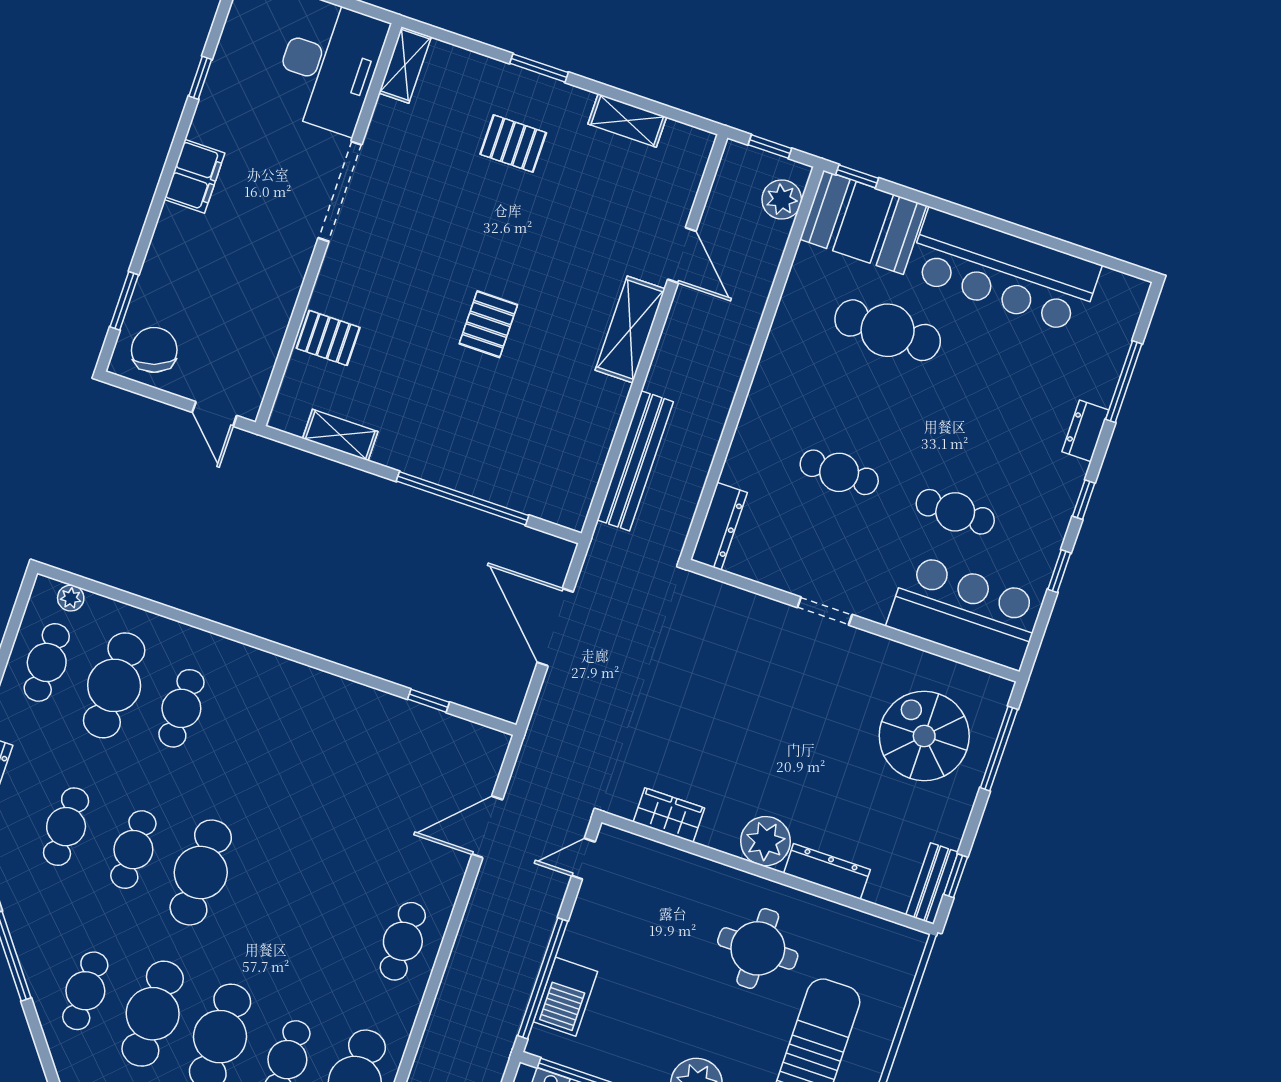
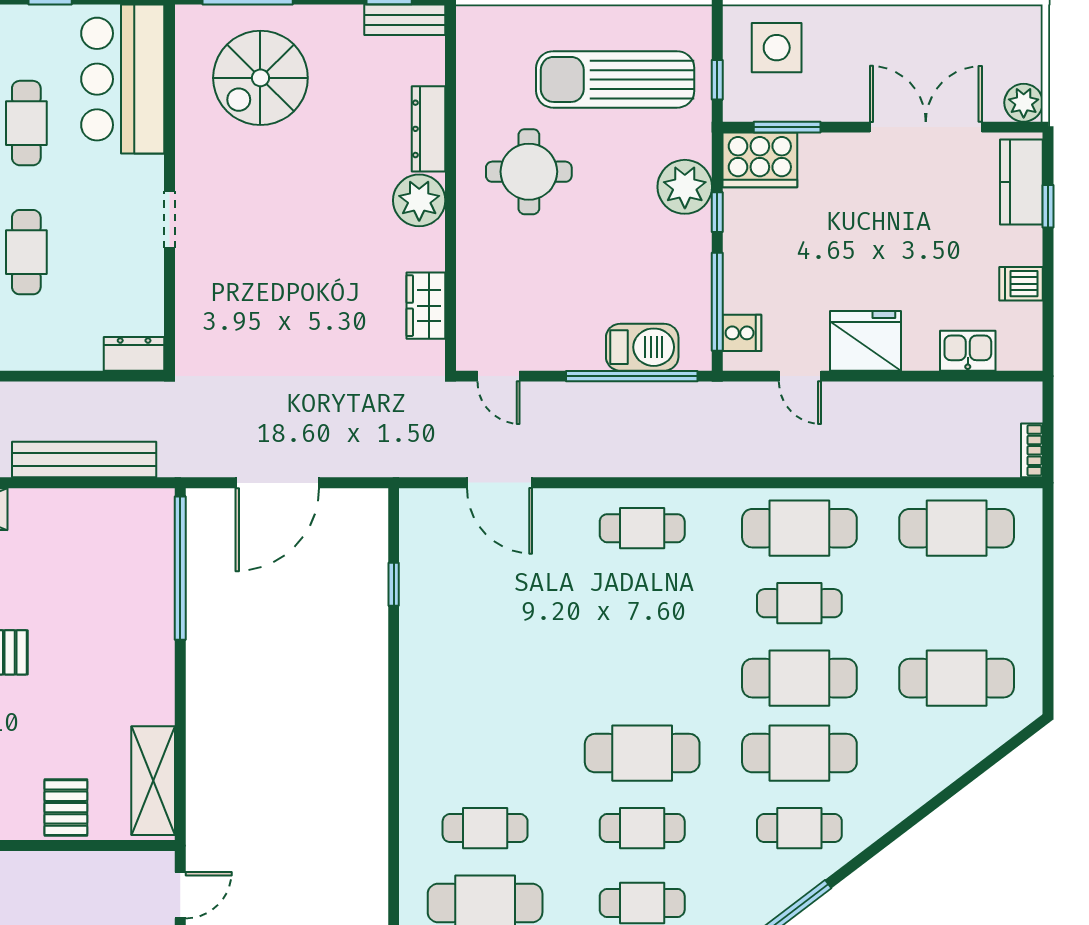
shelving: (340, 435) -> (153, 781), width x1.50, depth x1.33
window: (462, 498) -> (180, 568), moved
dresser: (719, 526) -> (134, 354), width x0.70

